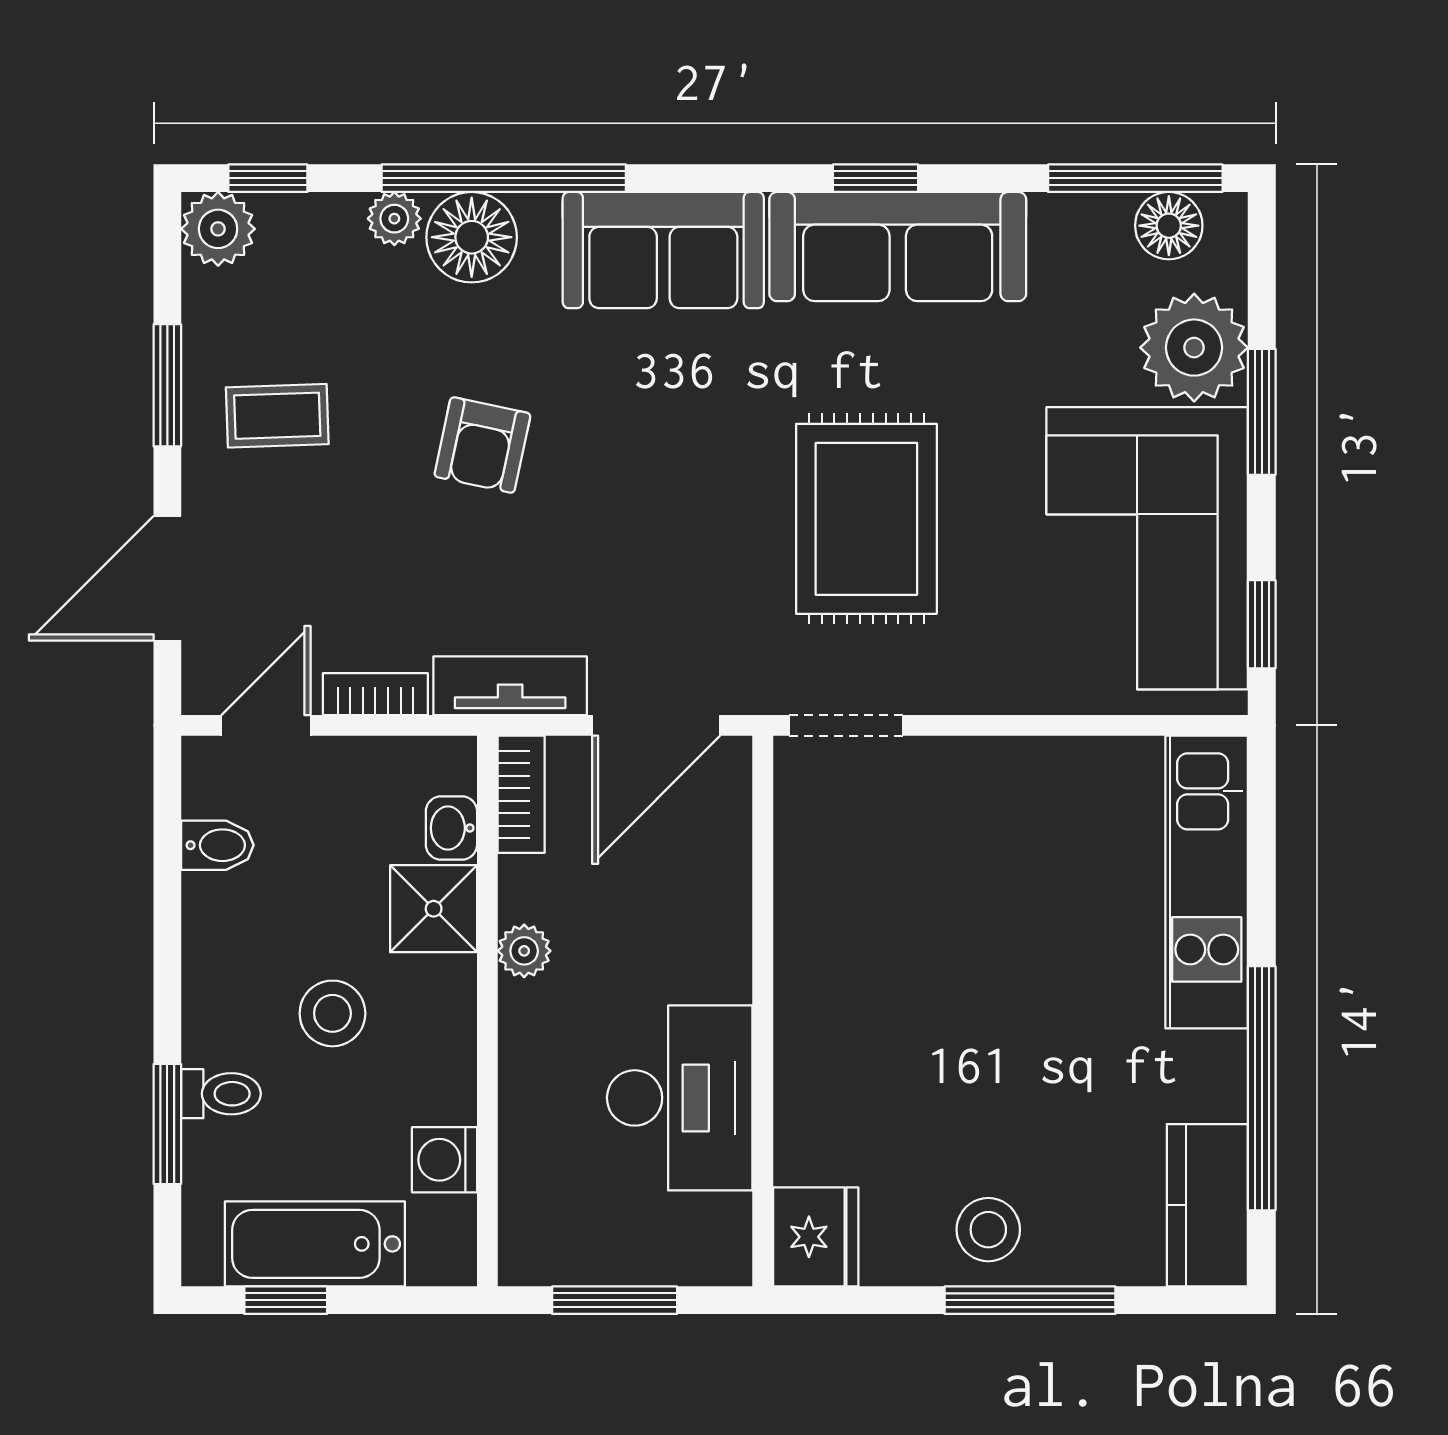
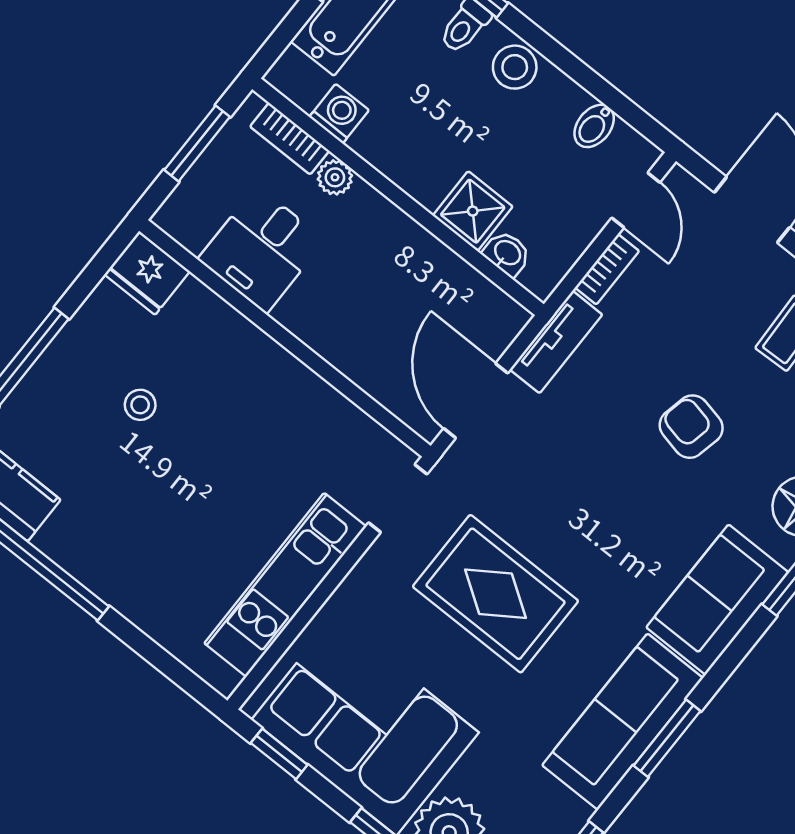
window: (876, 178) -> (667, 738), width x1.50
bookcase: (521, 794) -> (290, 139), moved
kitchen unit: (1207, 882) -> (285, 585), moved, turned -90
plant: (524, 951) -> (335, 177), moved
stool: (332, 1013) -> (515, 67), moved
desk: (680, 1098) -> (261, 250), width x0.73
stool: (988, 1230) -> (140, 405), moved, width x0.73, depth x0.73

